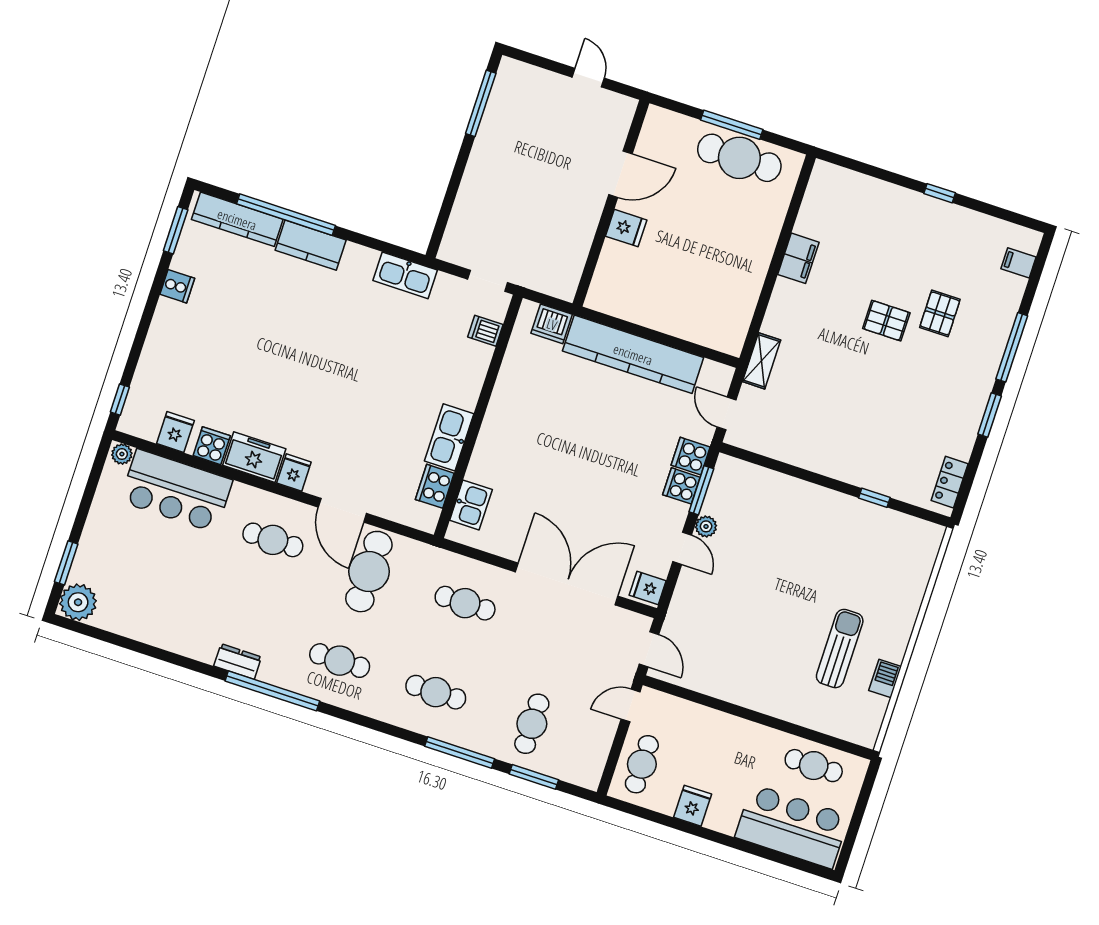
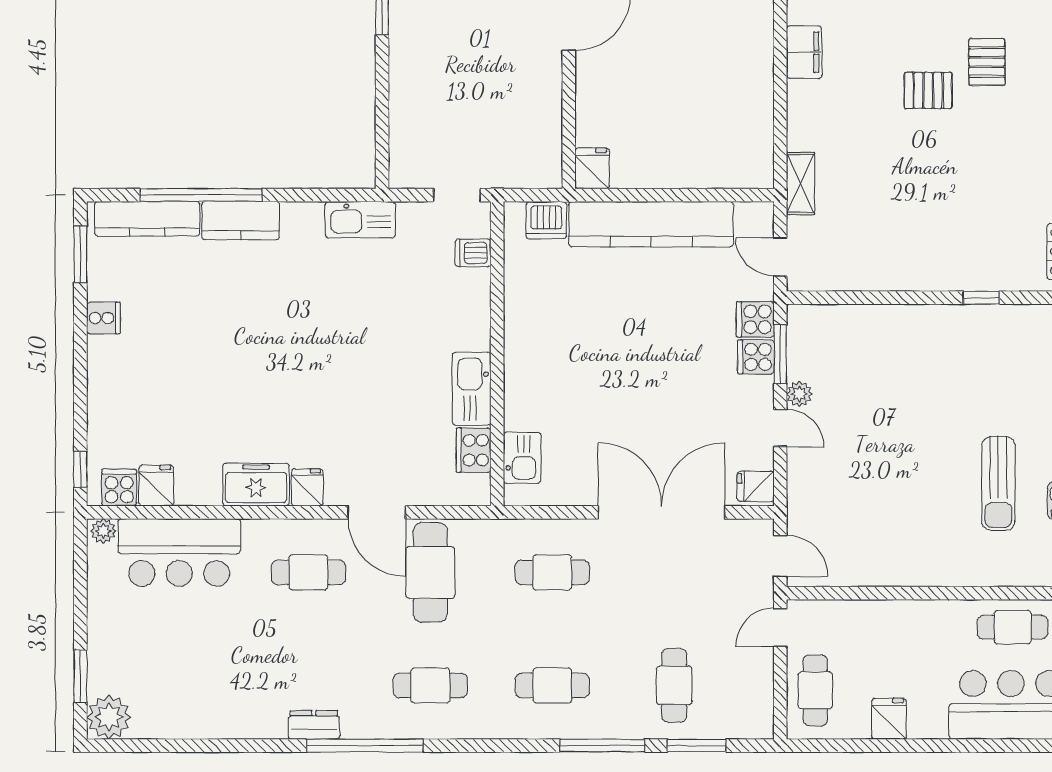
fridge: (626, 228) -> (592, 168), moved, turned -90
cooker: (212, 446) -> (119, 488), moved
sun lounger: (840, 649) -> (998, 483), turned 180

